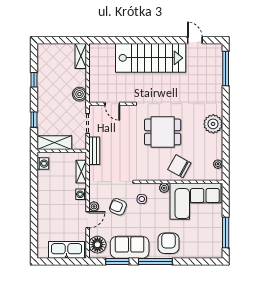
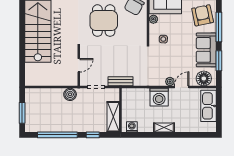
window: (59, 40) -> (22, 113), added
shelving: (81, 56) -> (36, 93), removed
window: (34, 80) -> (57, 135), width x3.17
shelving: (81, 172) -> (164, 128), moved
washing machine: (81, 194) -> (159, 97), width x1.89, depth x1.89
armchair: (118, 207) -> (170, 60), removed
door: (88, 220) -> (182, 87), hinge flipped
armchair: (168, 243) -> (203, 15), turned 78

